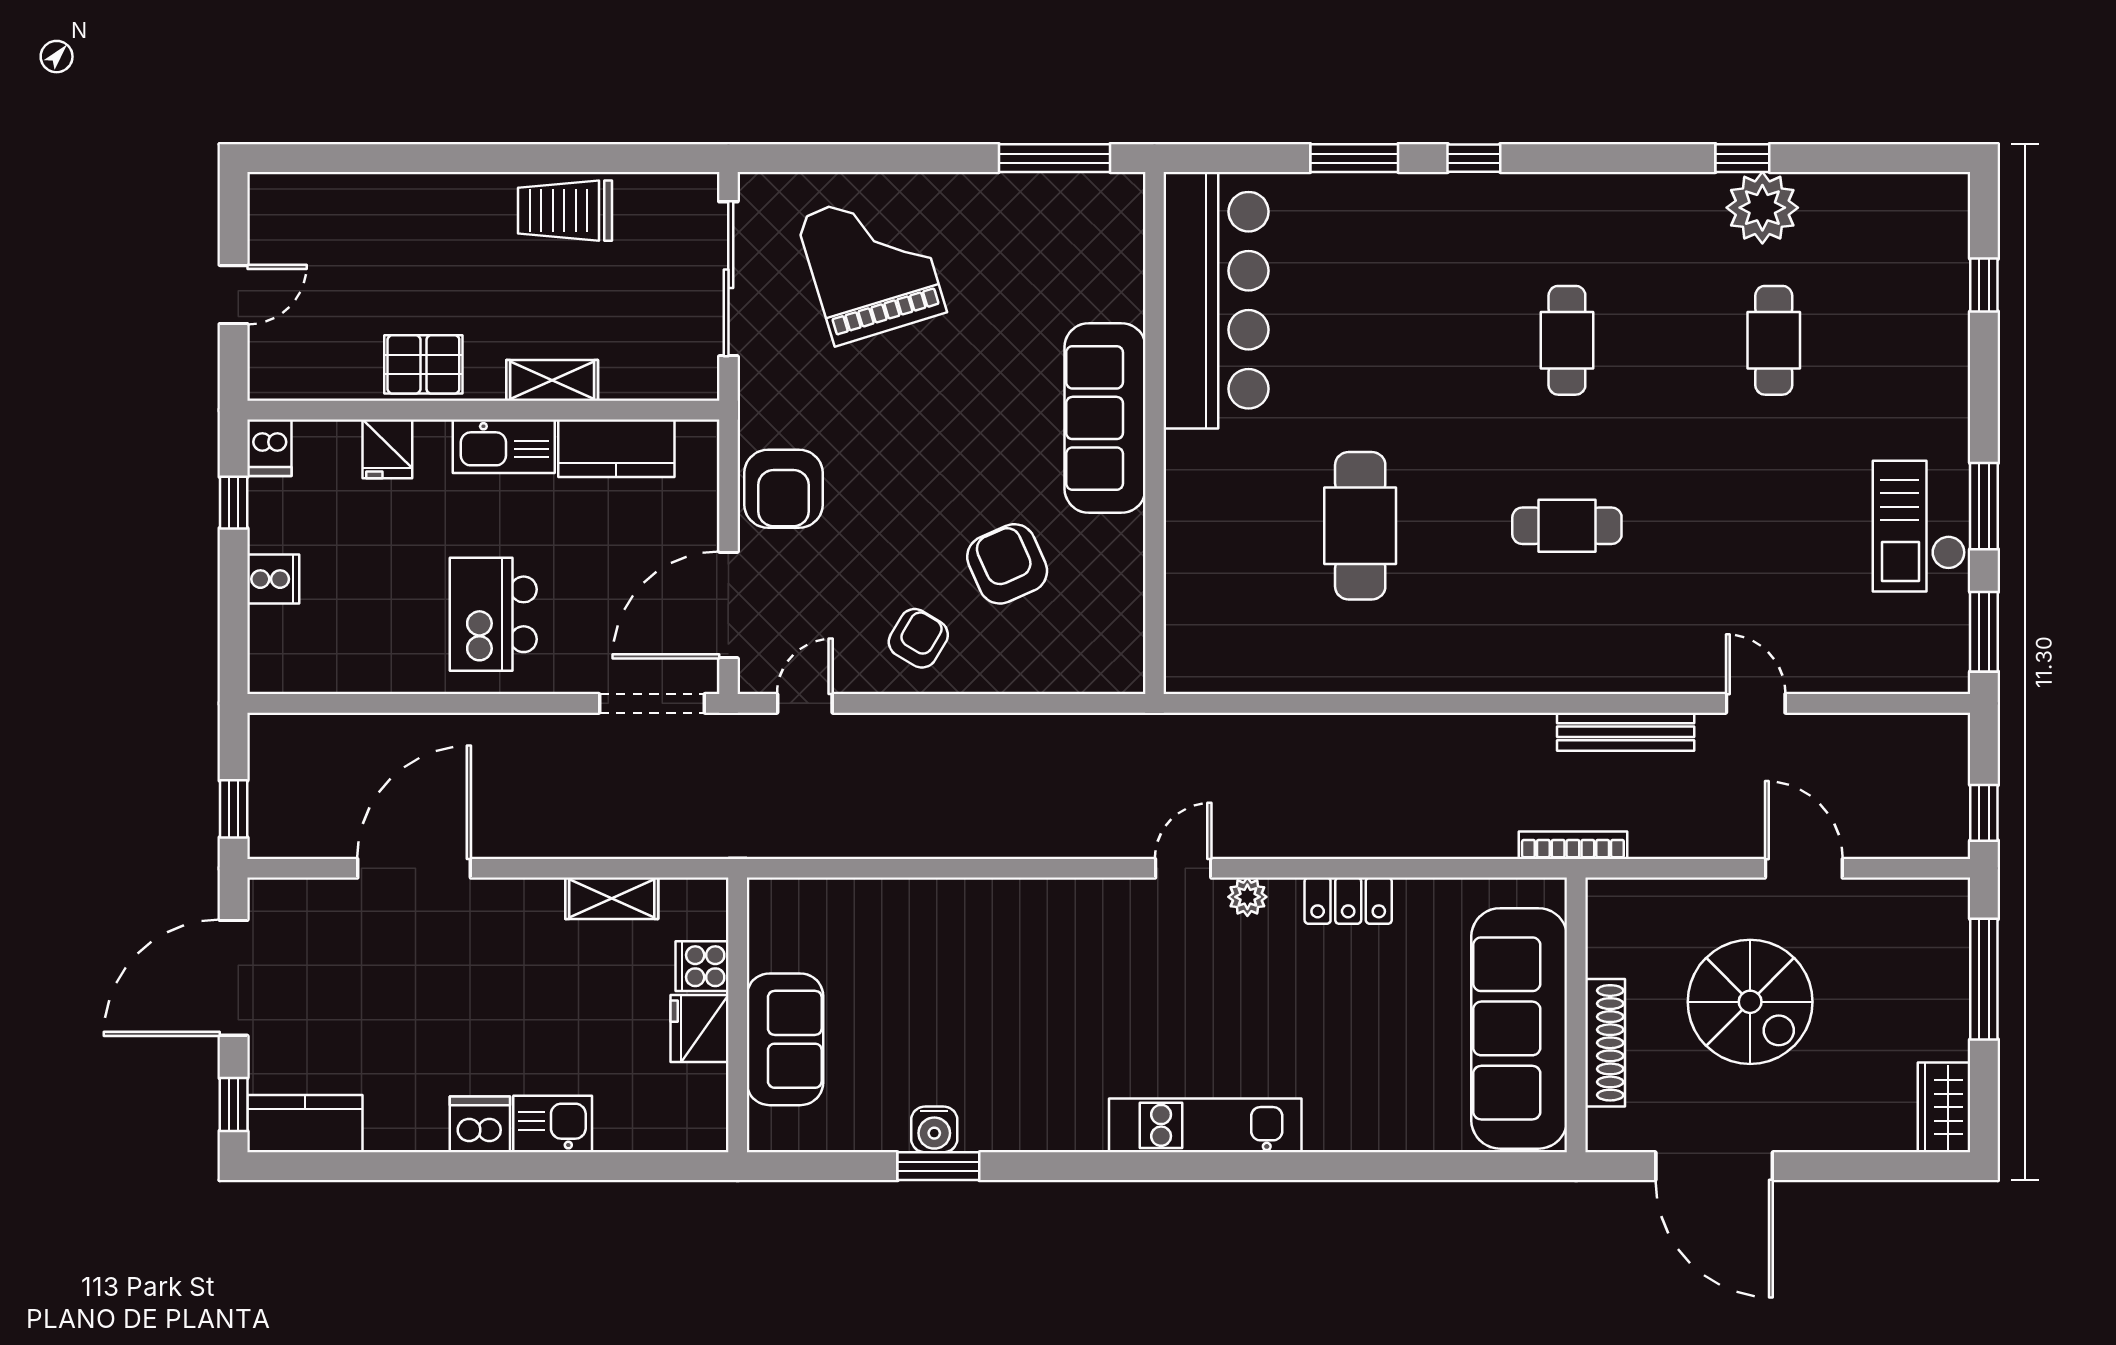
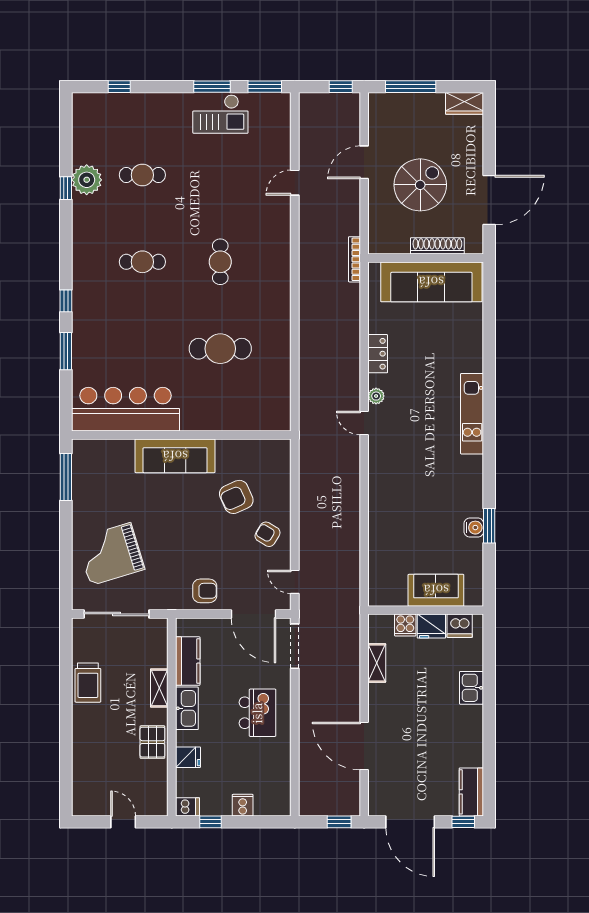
armchair: (784, 489) -> (205, 591), width x0.72, depth x0.72
kitchen island: (493, 614) -> (257, 713), turned -90
bench: (1626, 732) -> (307, 237), removed
dishwasher: (480, 1124) -> (460, 626), moved, turned -90

